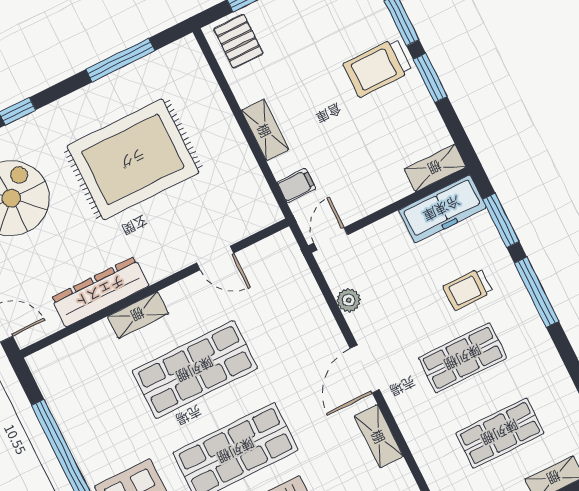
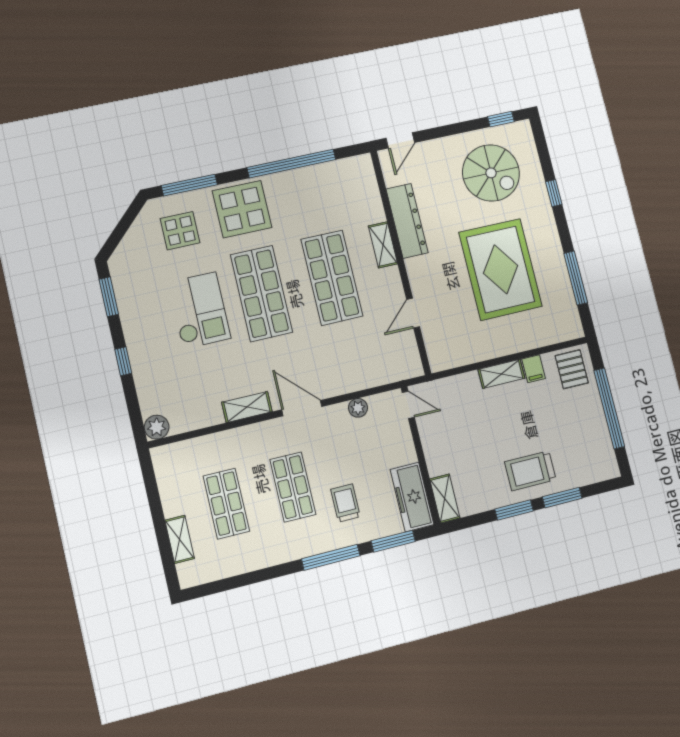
pallet: (238, 41) -> (572, 369), turned 90
trolley: (378, 68) -> (530, 471), turned -90
filing cabinet: (296, 186) -> (534, 369), moved

